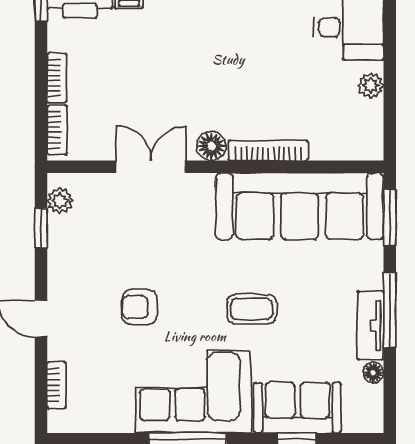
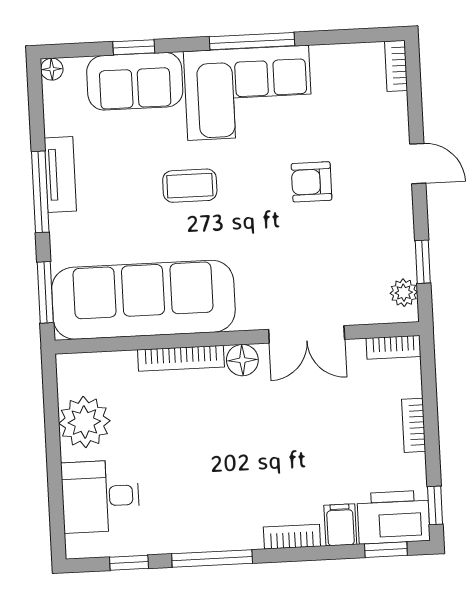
plant: (371, 85) -> (84, 422), width x1.87, depth x1.87
bookcase: (57, 130) -> (394, 347), moved, turned -90
armchair: (140, 307) -> (311, 182), turned 180
floor lamp: (373, 373) -> (52, 69), moved
bookcase: (56, 385) -> (396, 66), moved

